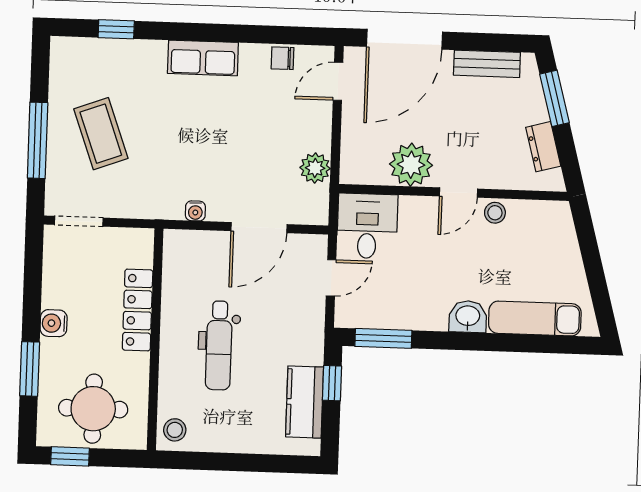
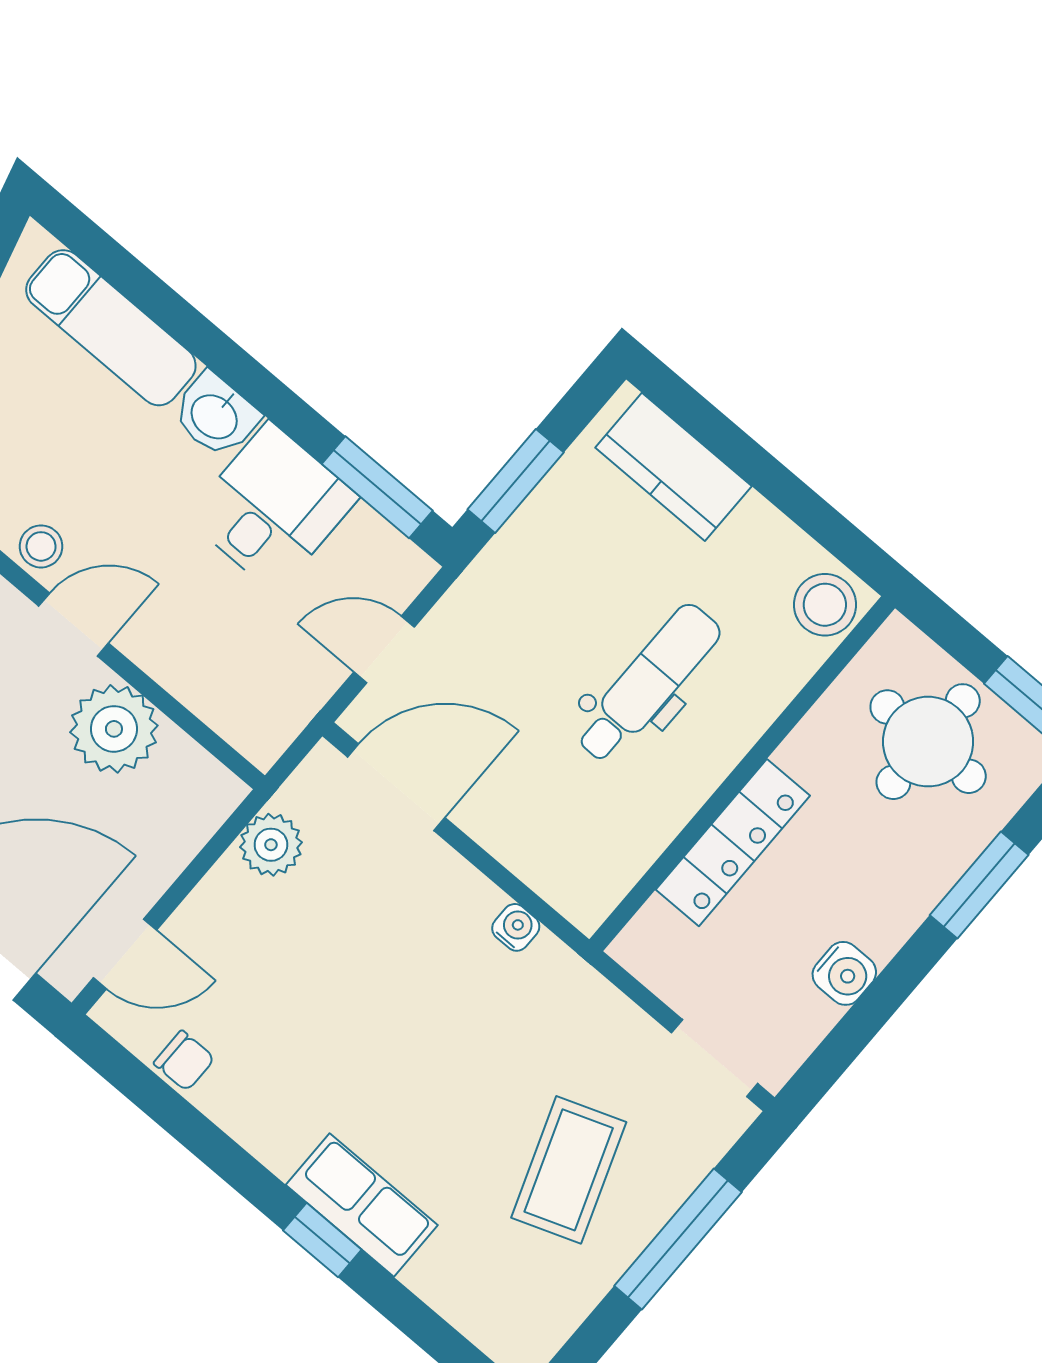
window: (116, 29) -> (322, 1240), moved
row of seats: (203, 58) -> (362, 1205), moved
desk: (367, 226) -> (272, 508), moved, turned 180
door: (259, 228) -> (396, 787), moved
water cooler: (54, 323) -> (844, 973), moved
window: (332, 383) -> (516, 481), width x1.50
kitchen counter: (305, 402) -> (673, 467), moved, turned 90
stool: (175, 430) -> (825, 605), width x1.37, depth x1.37

